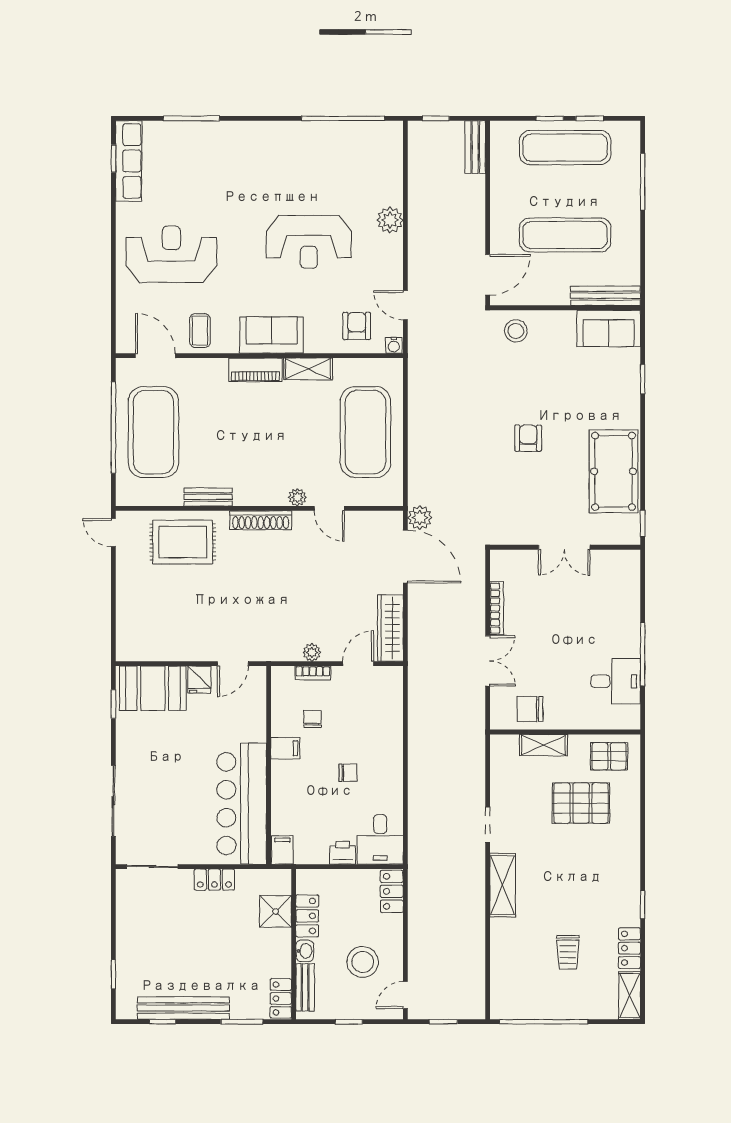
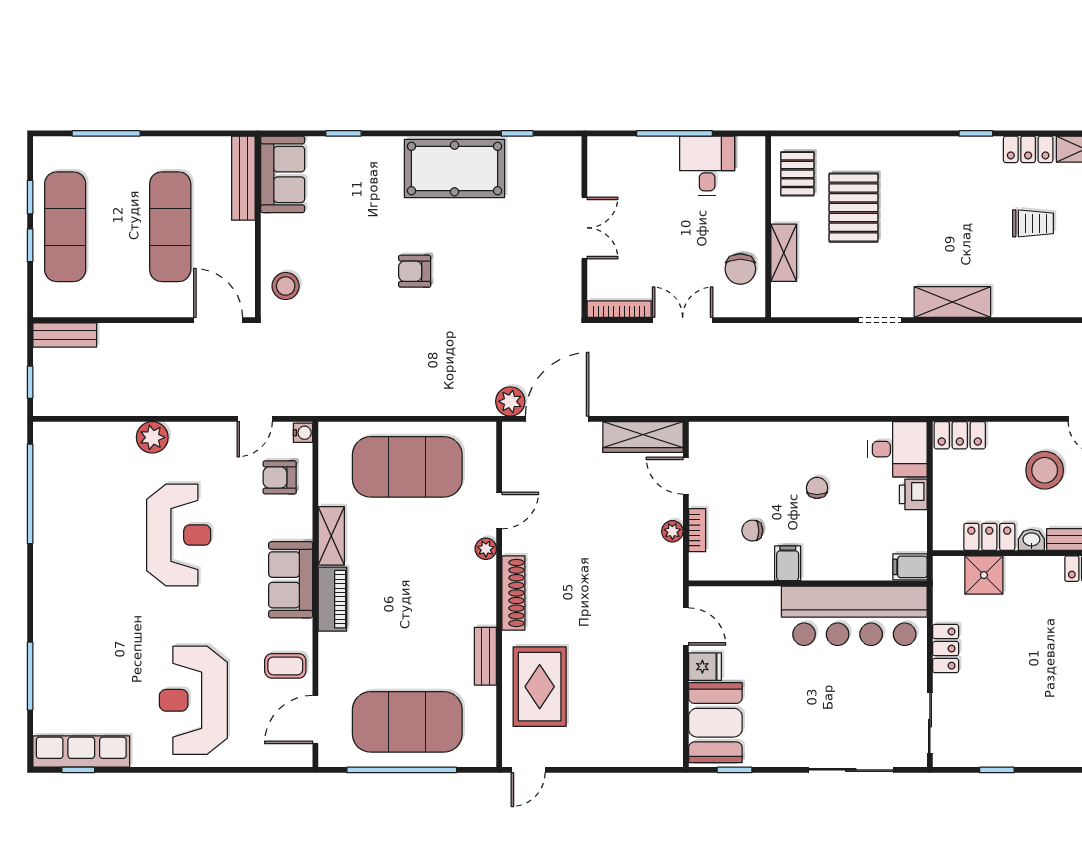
double door: (564, 547) -> (584, 228), moved
wall: (565, 547) -> (584, 227), moved
window: (113, 974) -> (997, 770), moved

